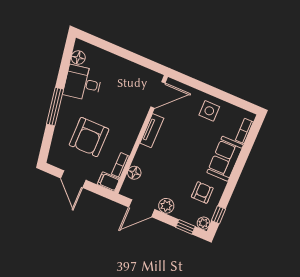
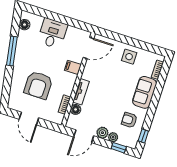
desk: (83, 83) -> (52, 33), moved, turned 100
window: (55, 107) -> (12, 51), moved
tv unit: (152, 131) -> (81, 92), moved
filing cabinet: (108, 182) -> (73, 67), moved
armchair: (202, 192) -> (129, 120), turned -90
plant: (203, 223) -> (113, 137), moved

